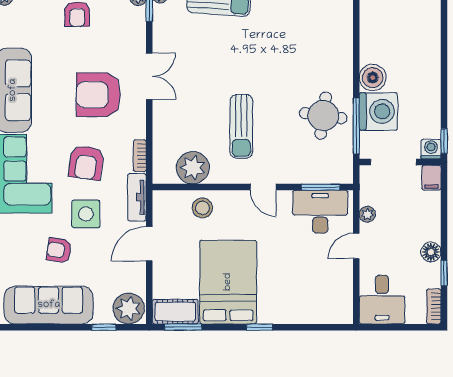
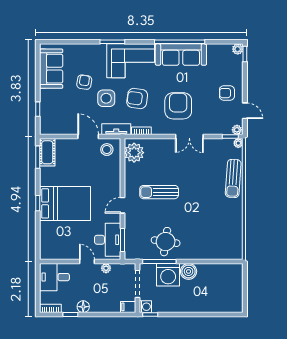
plant: (193, 168) -> (134, 153), moved
stool: (202, 208) -> (107, 150), moved
bed: (228, 282) -> (65, 203), moved
sofa: (49, 305) -> (51, 69), width x0.73
plant: (129, 308) -> (49, 124), removed

